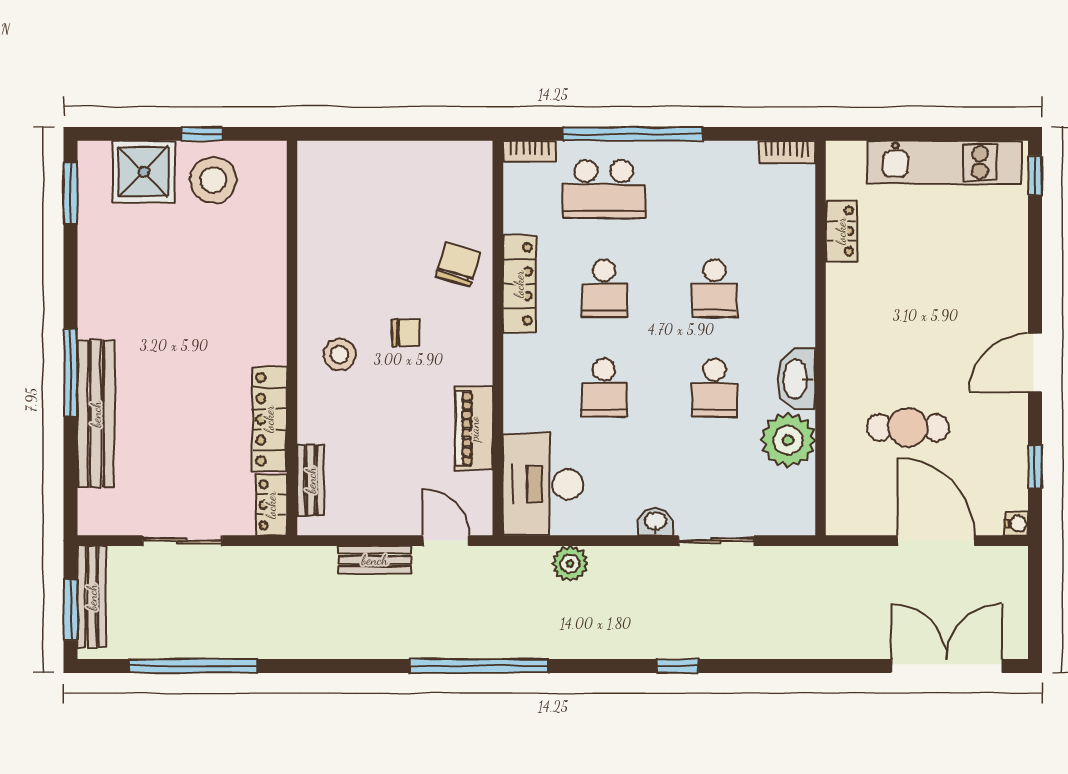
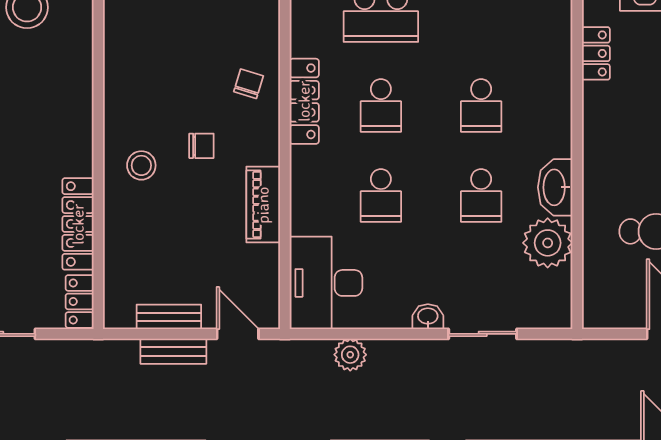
chair: (458, 264) -> (249, 84), width x0.73, depth x0.73
piano: (474, 429) -> (263, 205), moved
bench: (311, 480) -> (169, 317), moved, turned 90

